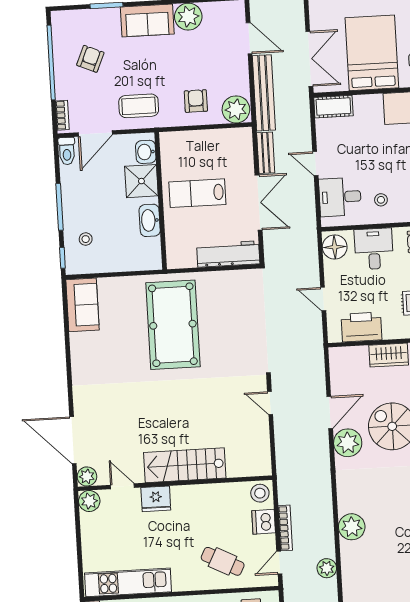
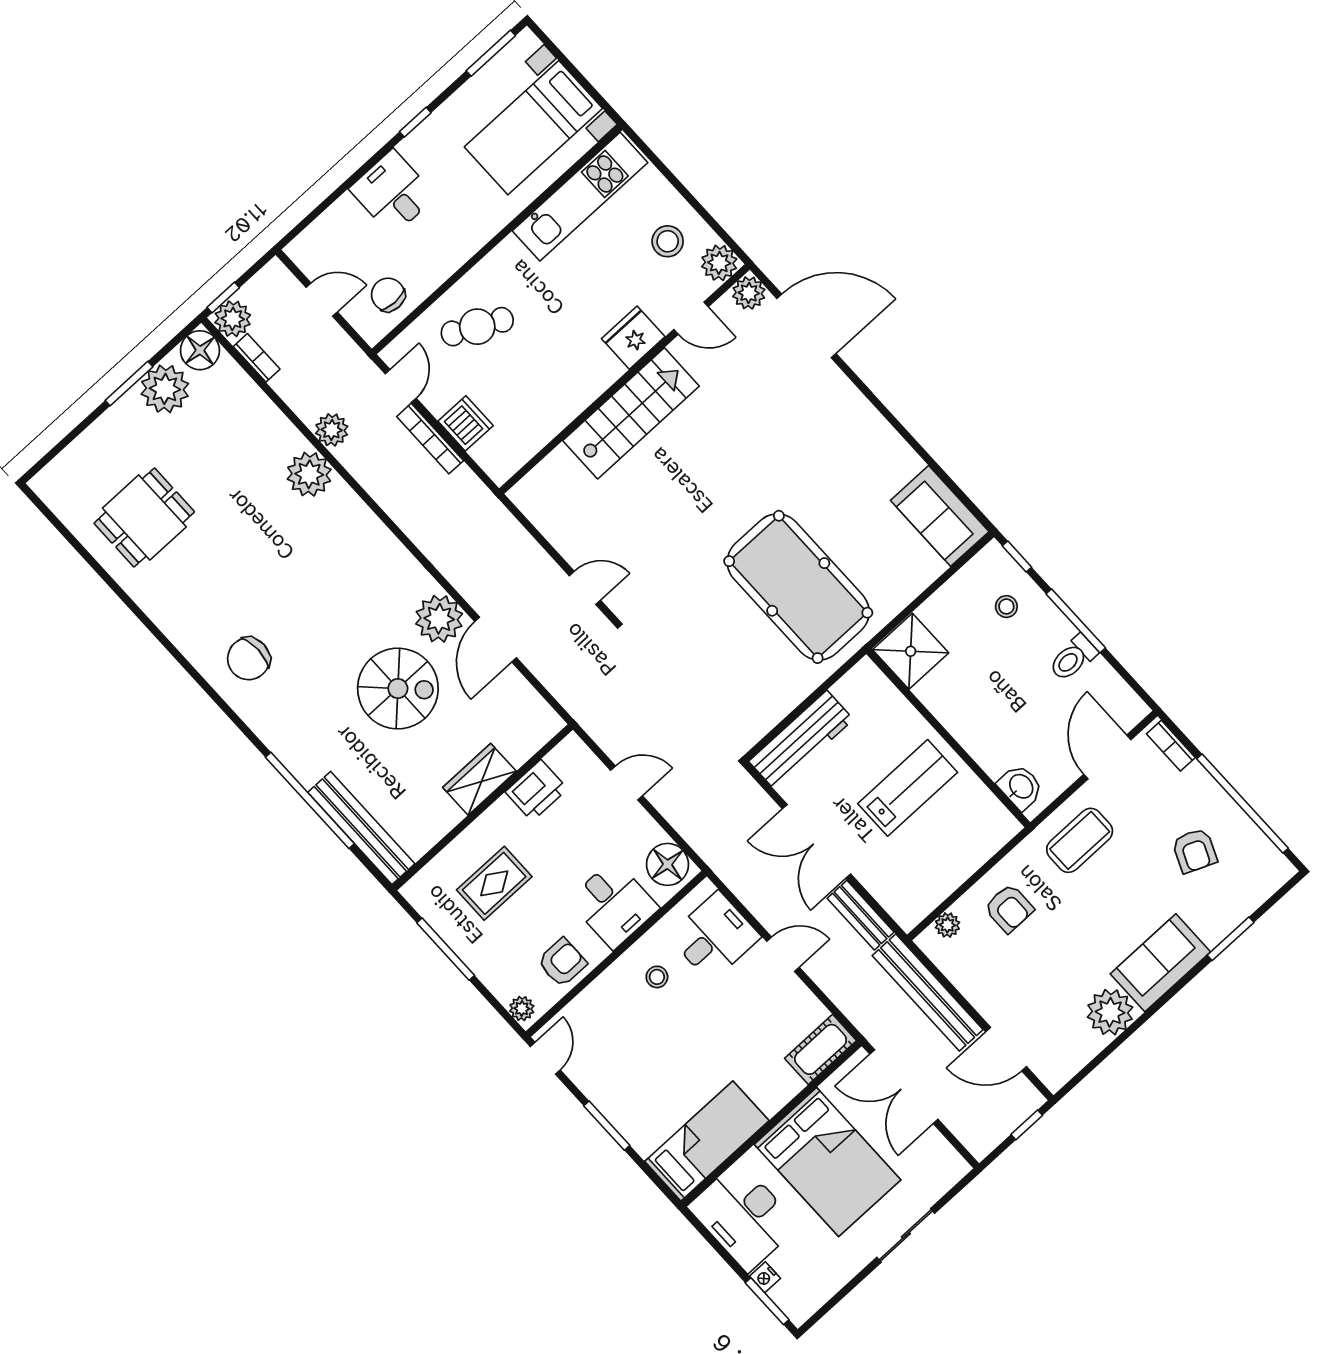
plant: (236, 109) -> (947, 925), width x0.53, depth x0.53
toilet: (67, 151) -> (1073, 658), moved, turned -90
shower: (141, 181) -> (911, 651), moved
washbasin: (150, 220) -> (942, 700), removed
printer: (361, 327) -> (536, 790), width x0.73, depth x0.84
stool: (260, 493) -> (668, 241), moved
plant: (352, 527) -> (309, 474), moved

